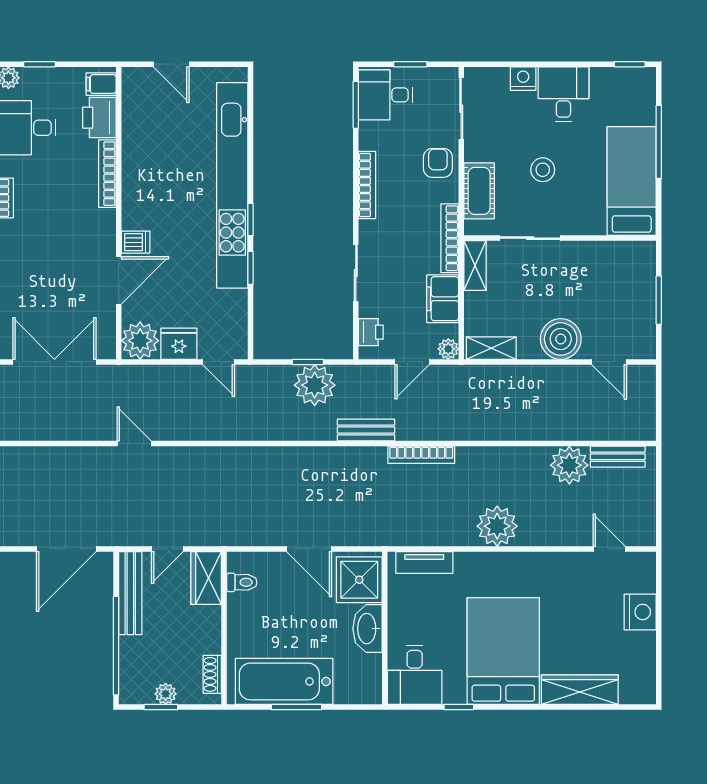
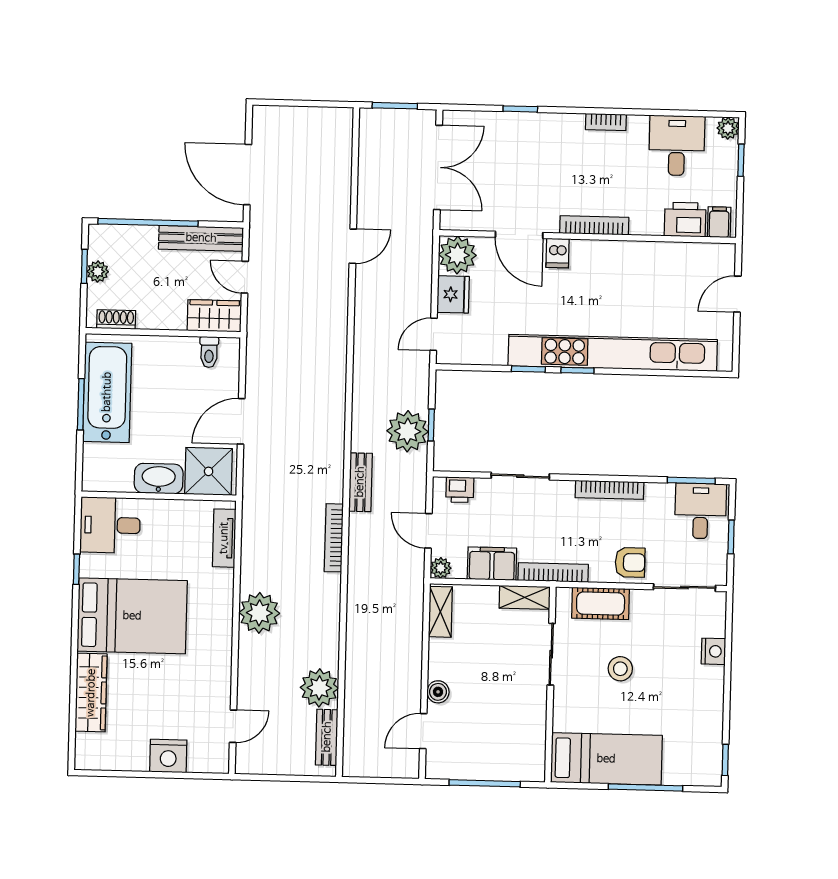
desk: (563, 94) -> (696, 692), removed
bookcase: (107, 174) -> (594, 225), moved
window: (659, 300) -> (485, 783), width x1.44
boiler: (561, 339) -> (438, 692), width x0.54, depth x0.54

